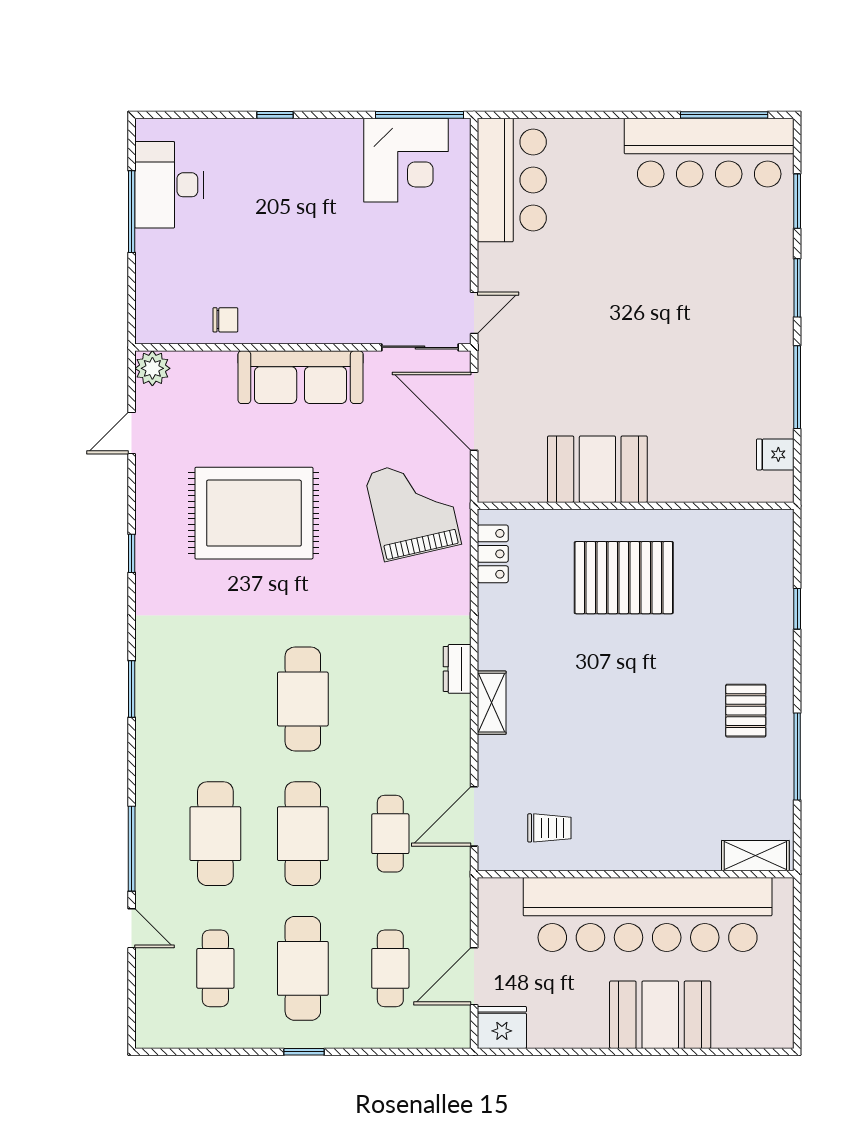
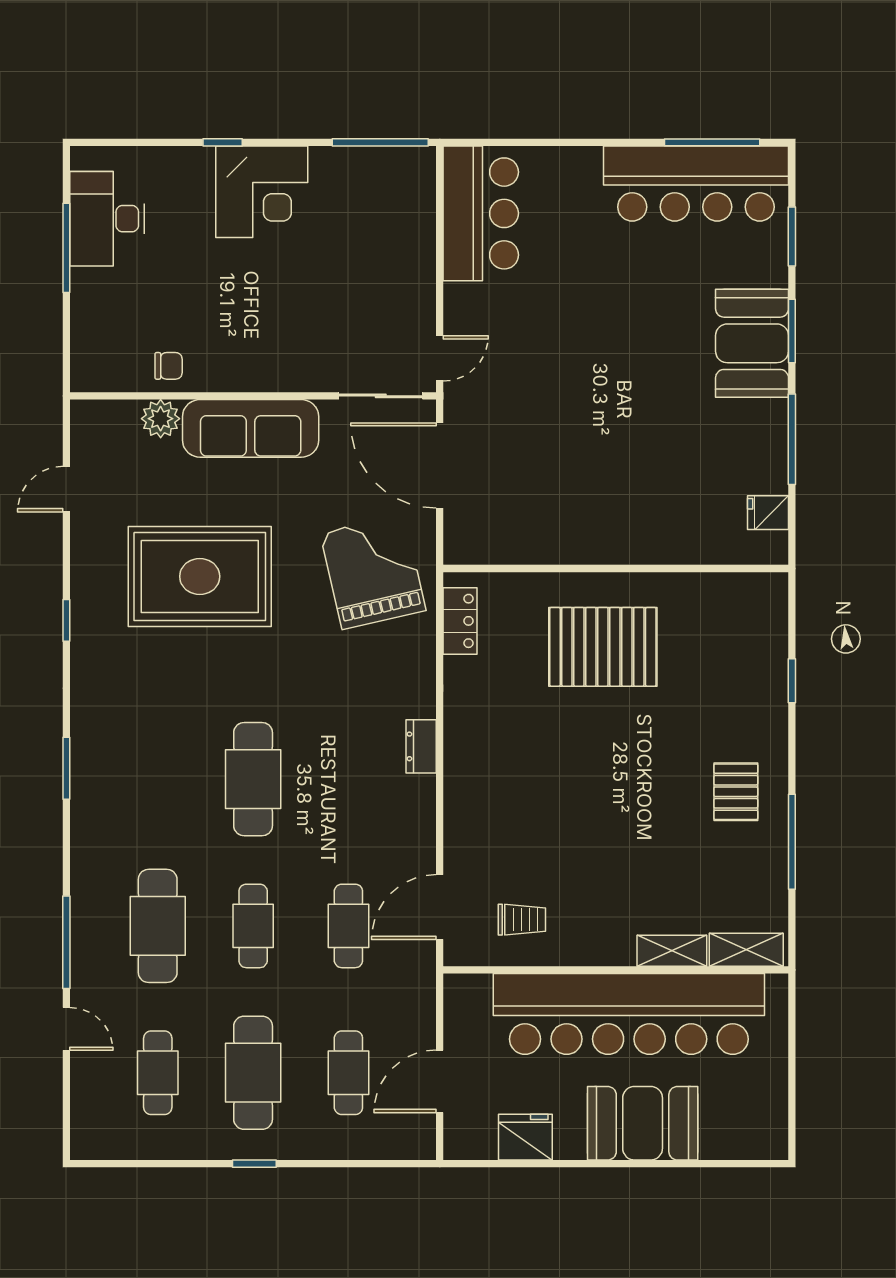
corner desk: (406, 160) -> (262, 192), moved
plant: (152, 368) -> (161, 419), moved
booth: (597, 469) -> (752, 343), moved, turned 90
shelving: (492, 703) -> (672, 951), moved, turned 90
cafe table: (303, 834) -> (253, 926), width x0.73, depth x0.74
fridge: (502, 1027) -> (525, 1137), moved

